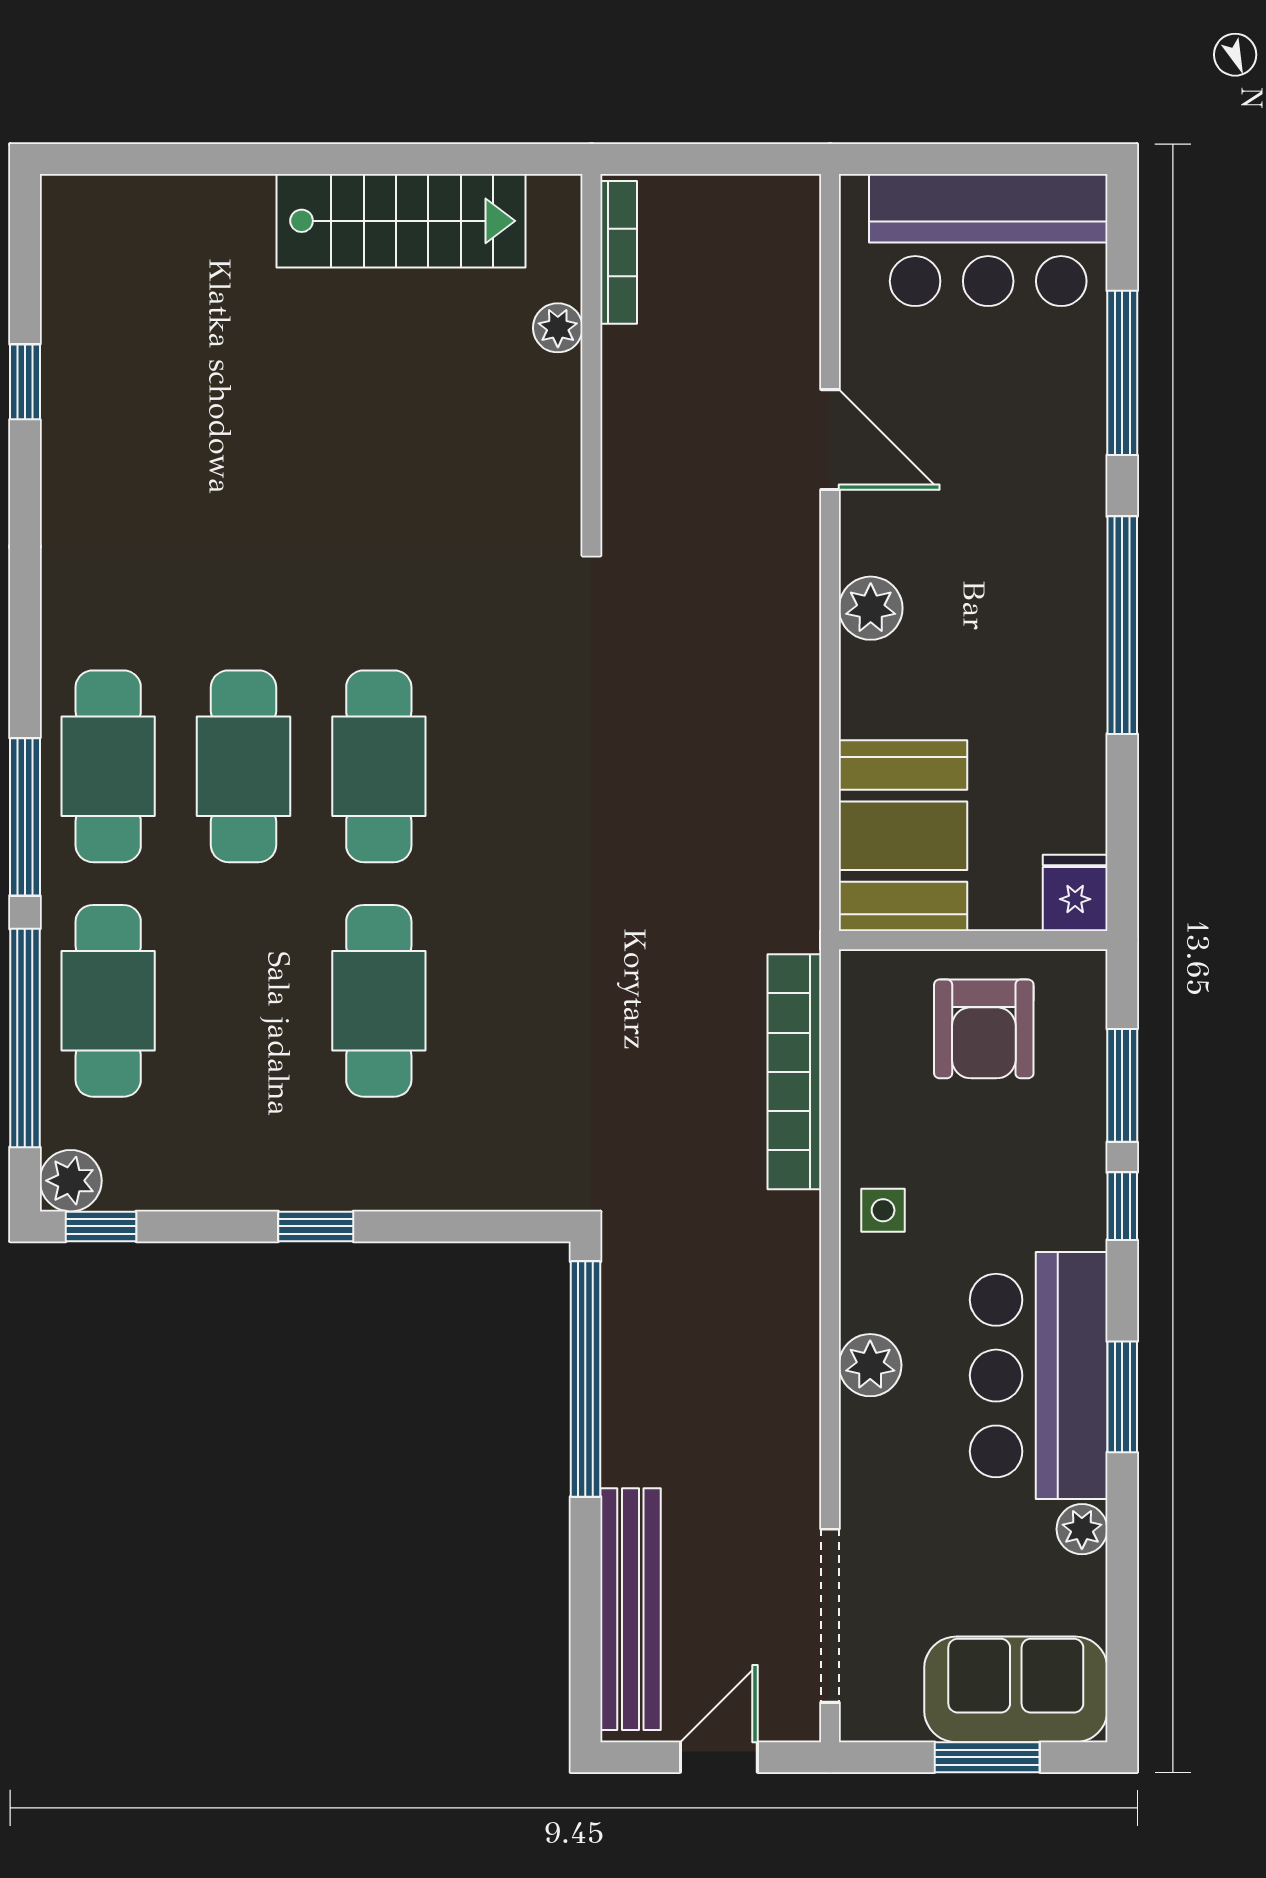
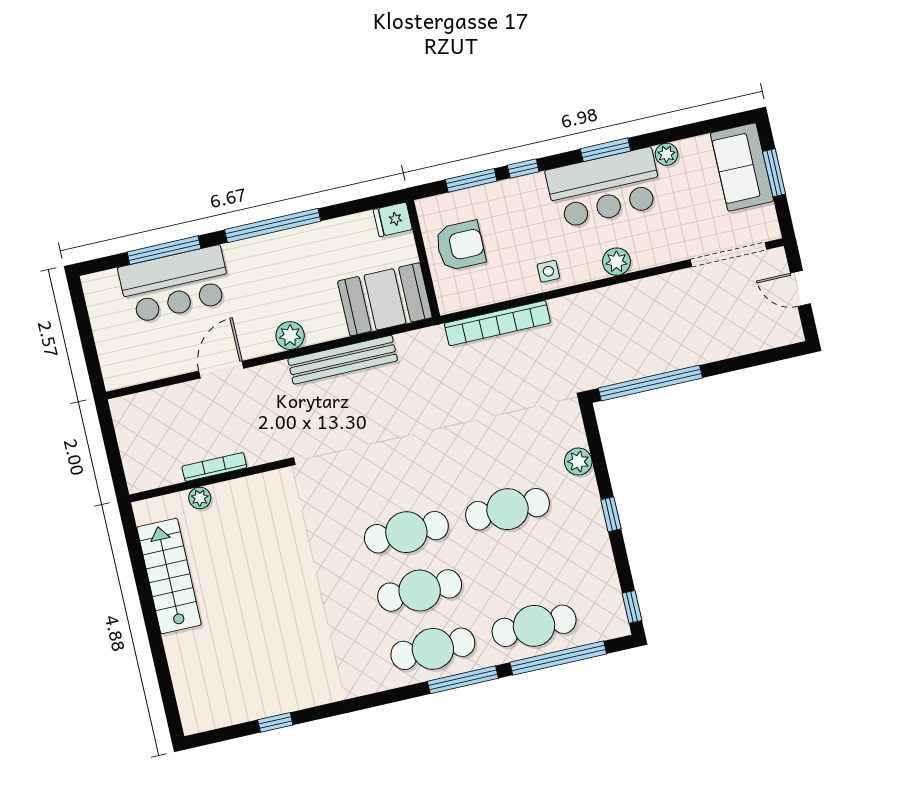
bar counter: (988, 240) -> (175, 284), moved, turned 90
bookcase: (619, 252) -> (214, 467), moved
plant: (71, 1181) -> (578, 462), moved
bench: (630, 1609) -> (343, 360), moved

